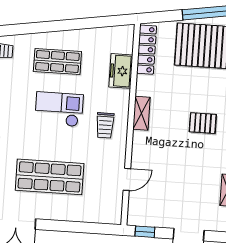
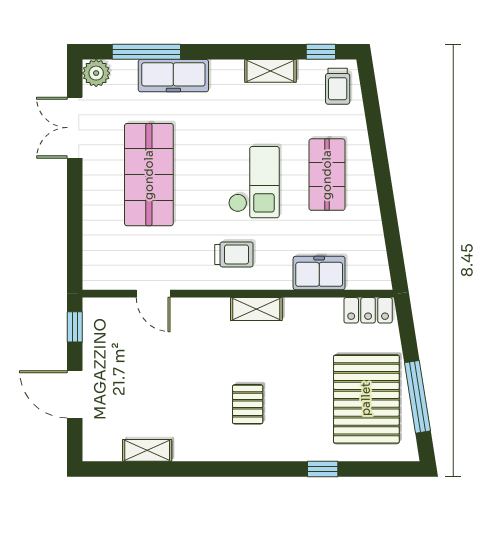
locker: (147, 50) -> (368, 310), width x0.66
trolley: (105, 125) -> (234, 254), turned 180

